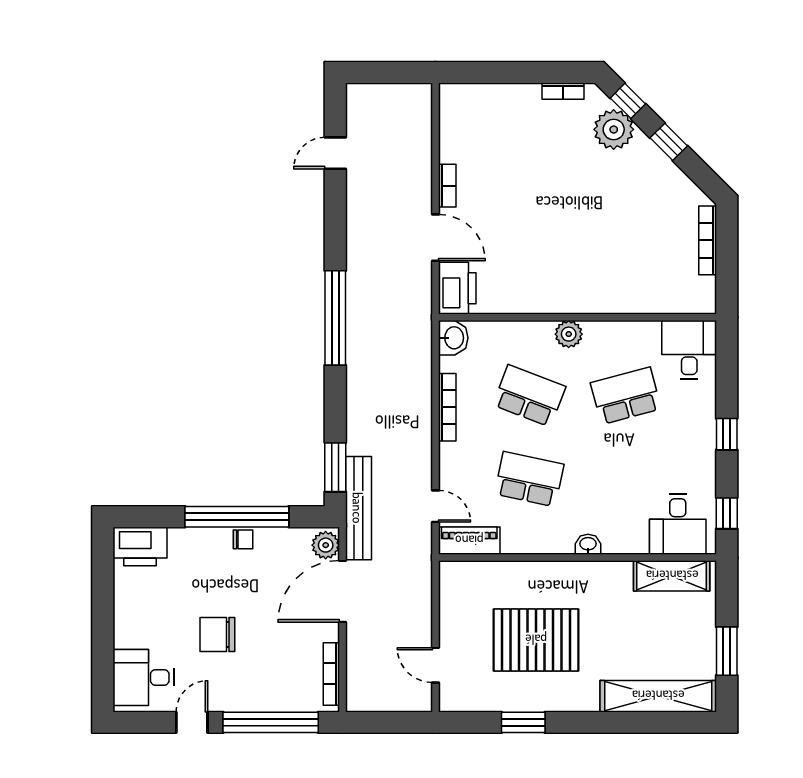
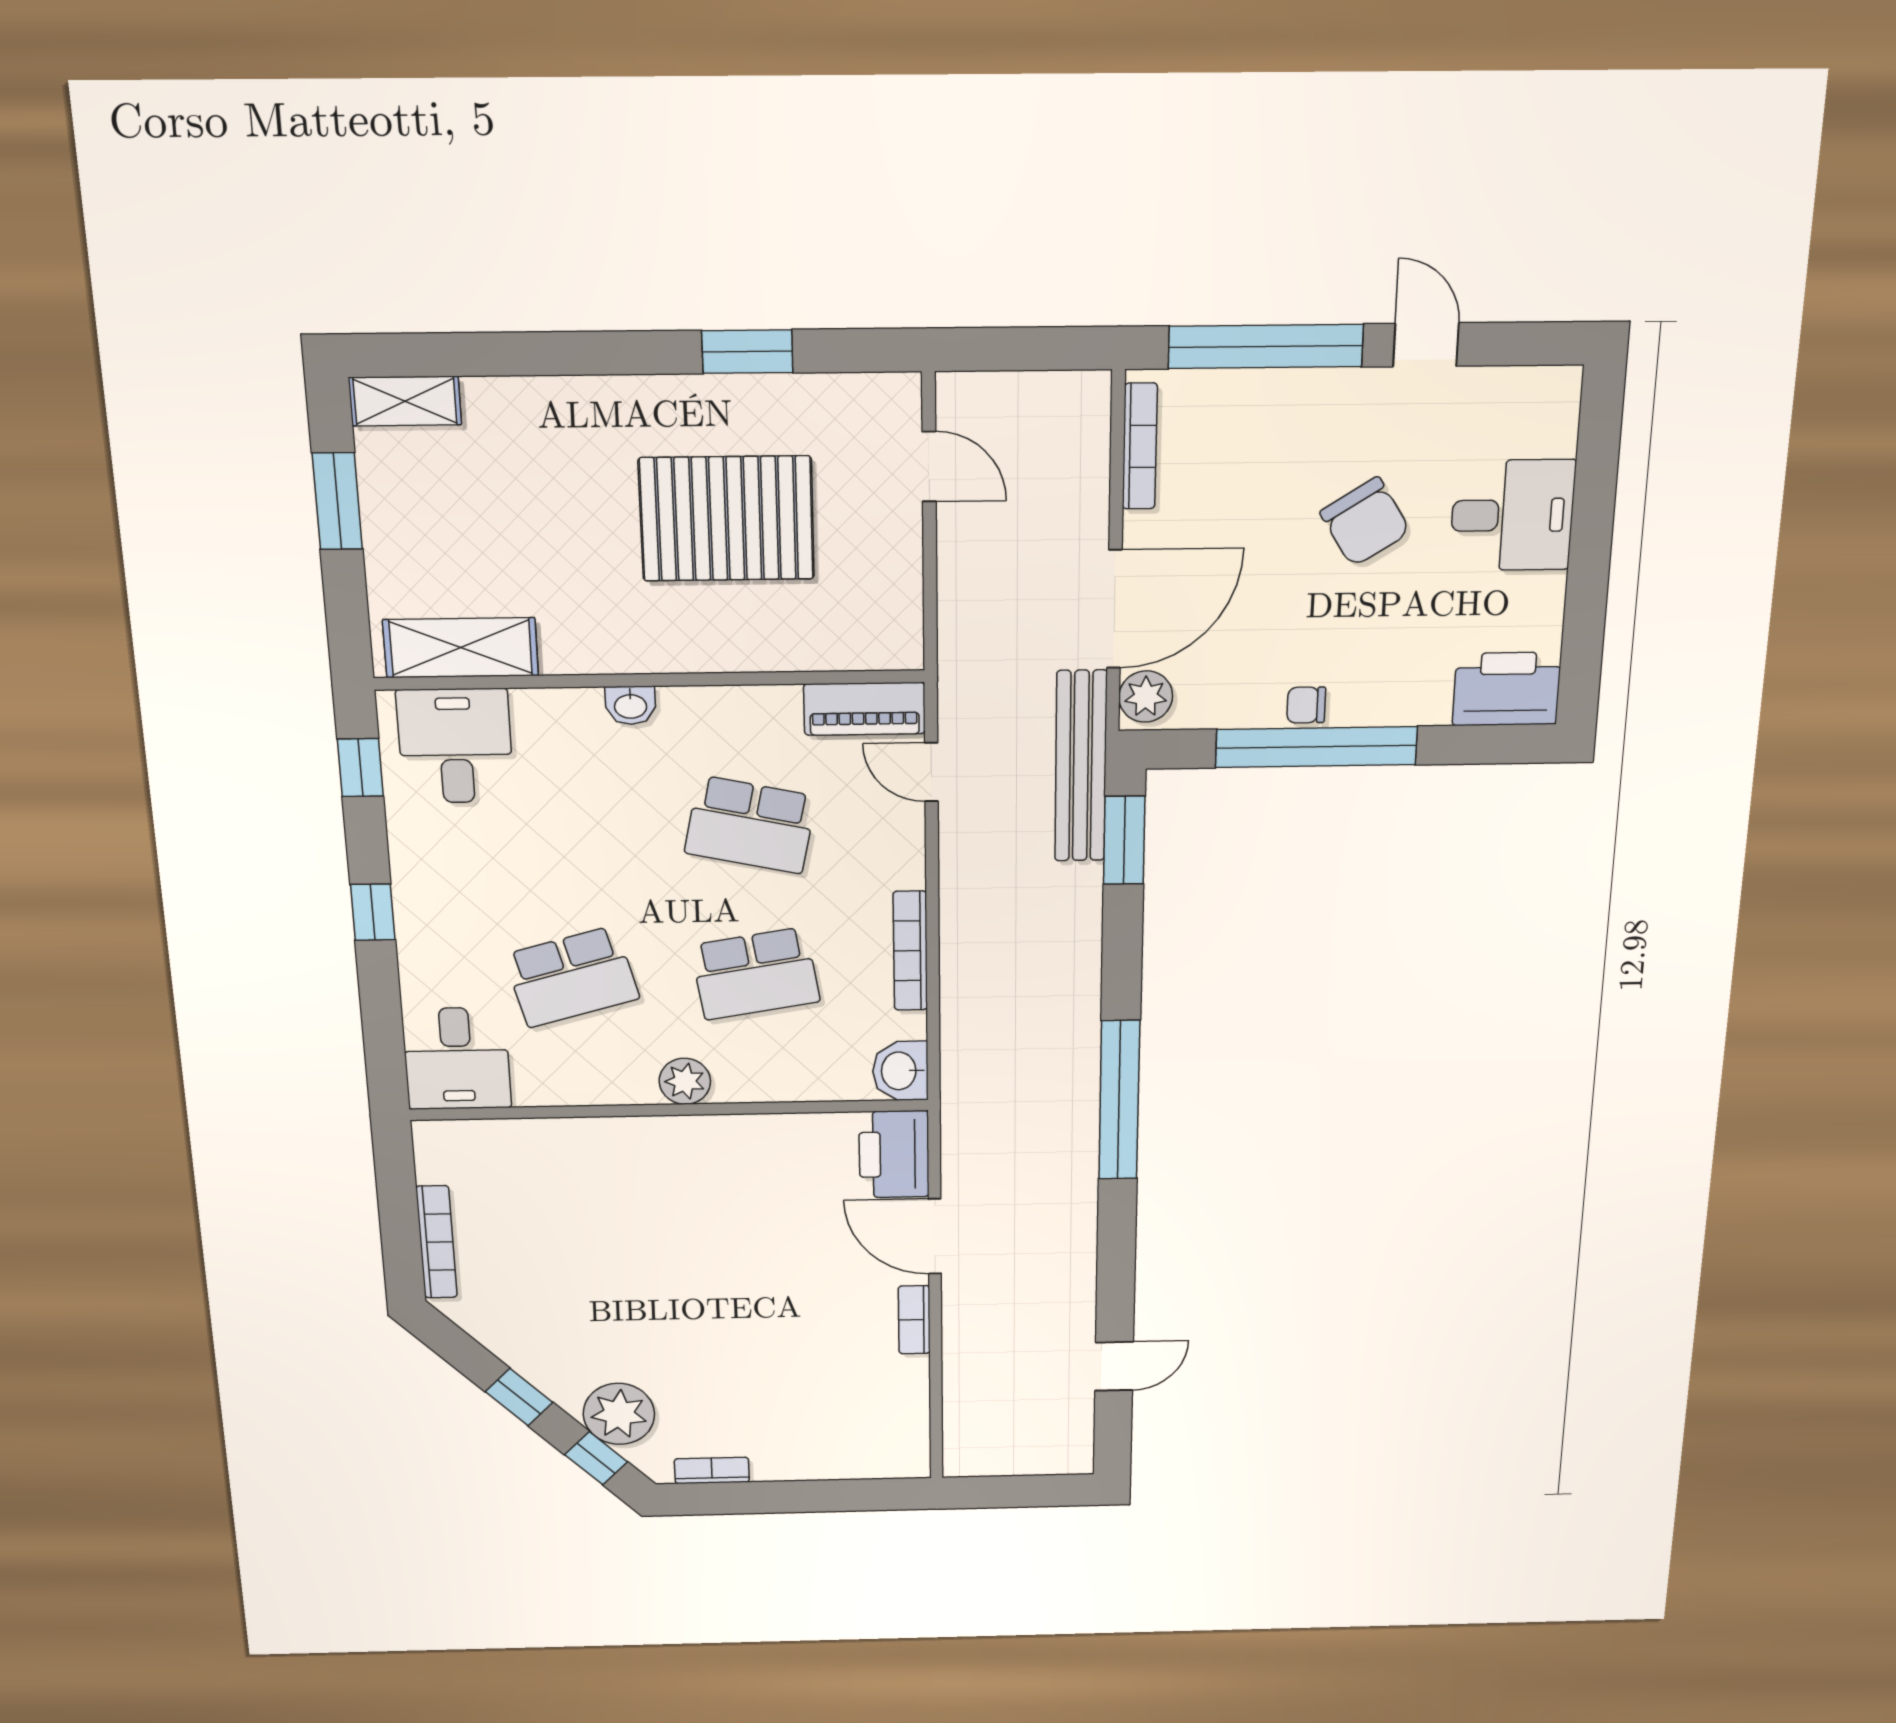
school desk: (529, 396) -> (755, 974), turned -30
chair: (217, 634) -> (1365, 522), turned 58
desk: (143, 677) -> (1512, 515), moved
shelving: (658, 696) -> (405, 401), width x0.45, depth x0.75
door: (192, 722) -> (1426, 345), swing flipped

